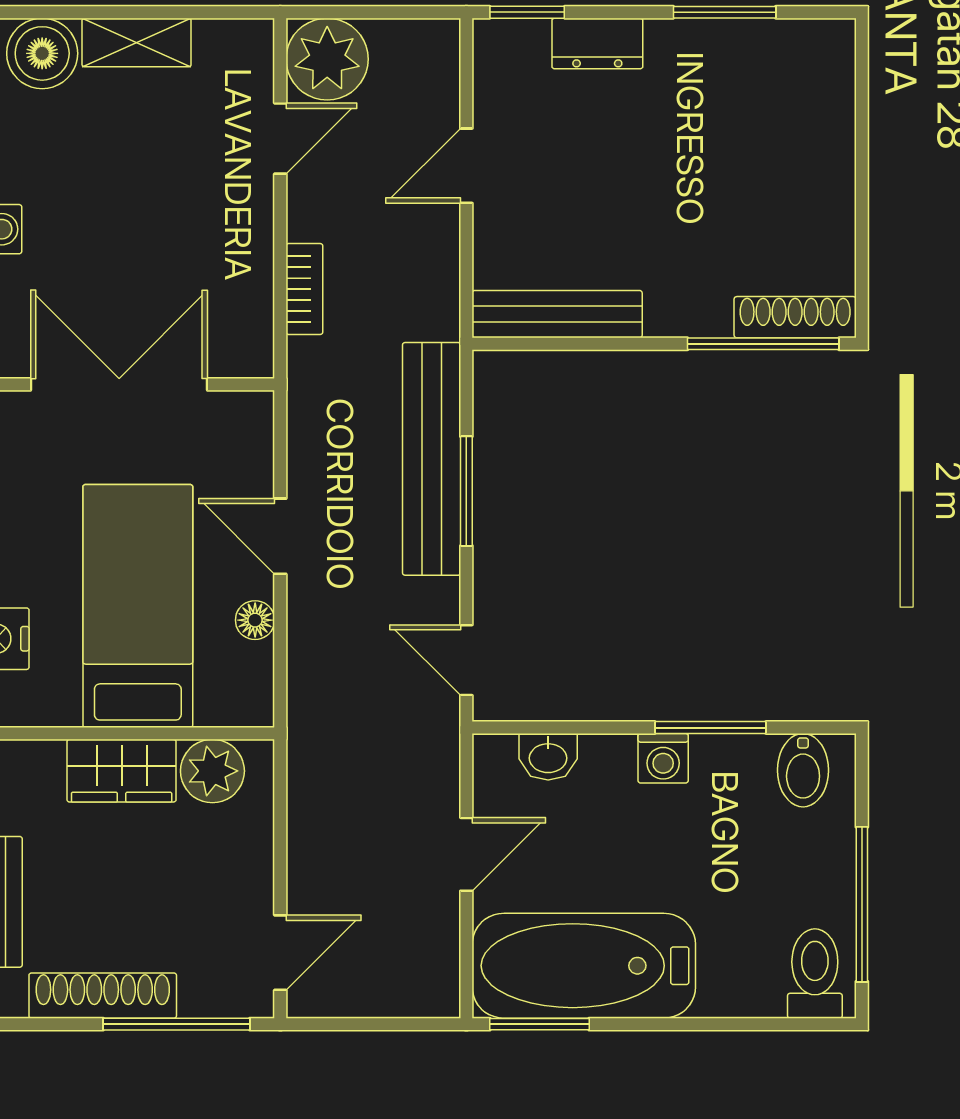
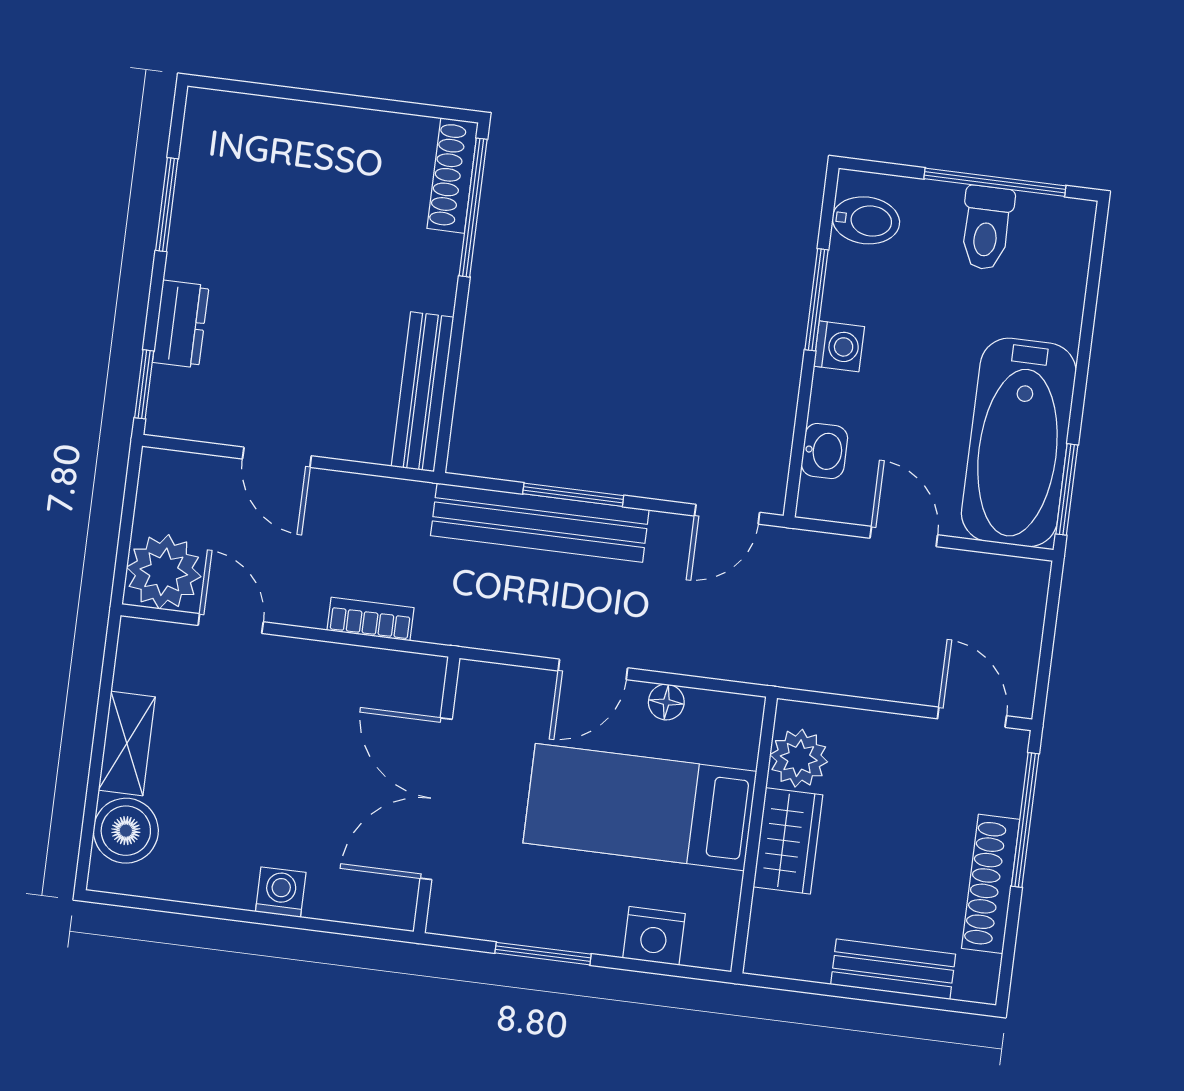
toilet: (815, 973) -> (986, 228), moved, turned -90

